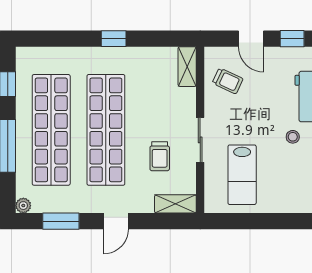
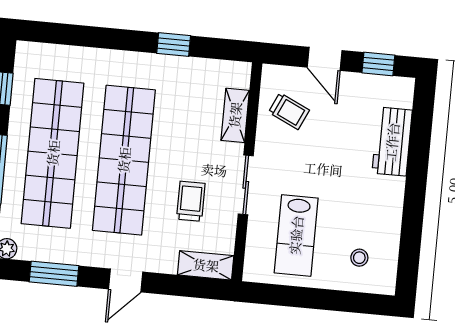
window: (114, 39) -> (174, 45), moved
shelving: (187, 67) -> (235, 115), moved
stool: (293, 137) -> (359, 258), moved
trolley: (160, 156) -> (191, 201), turned 180

